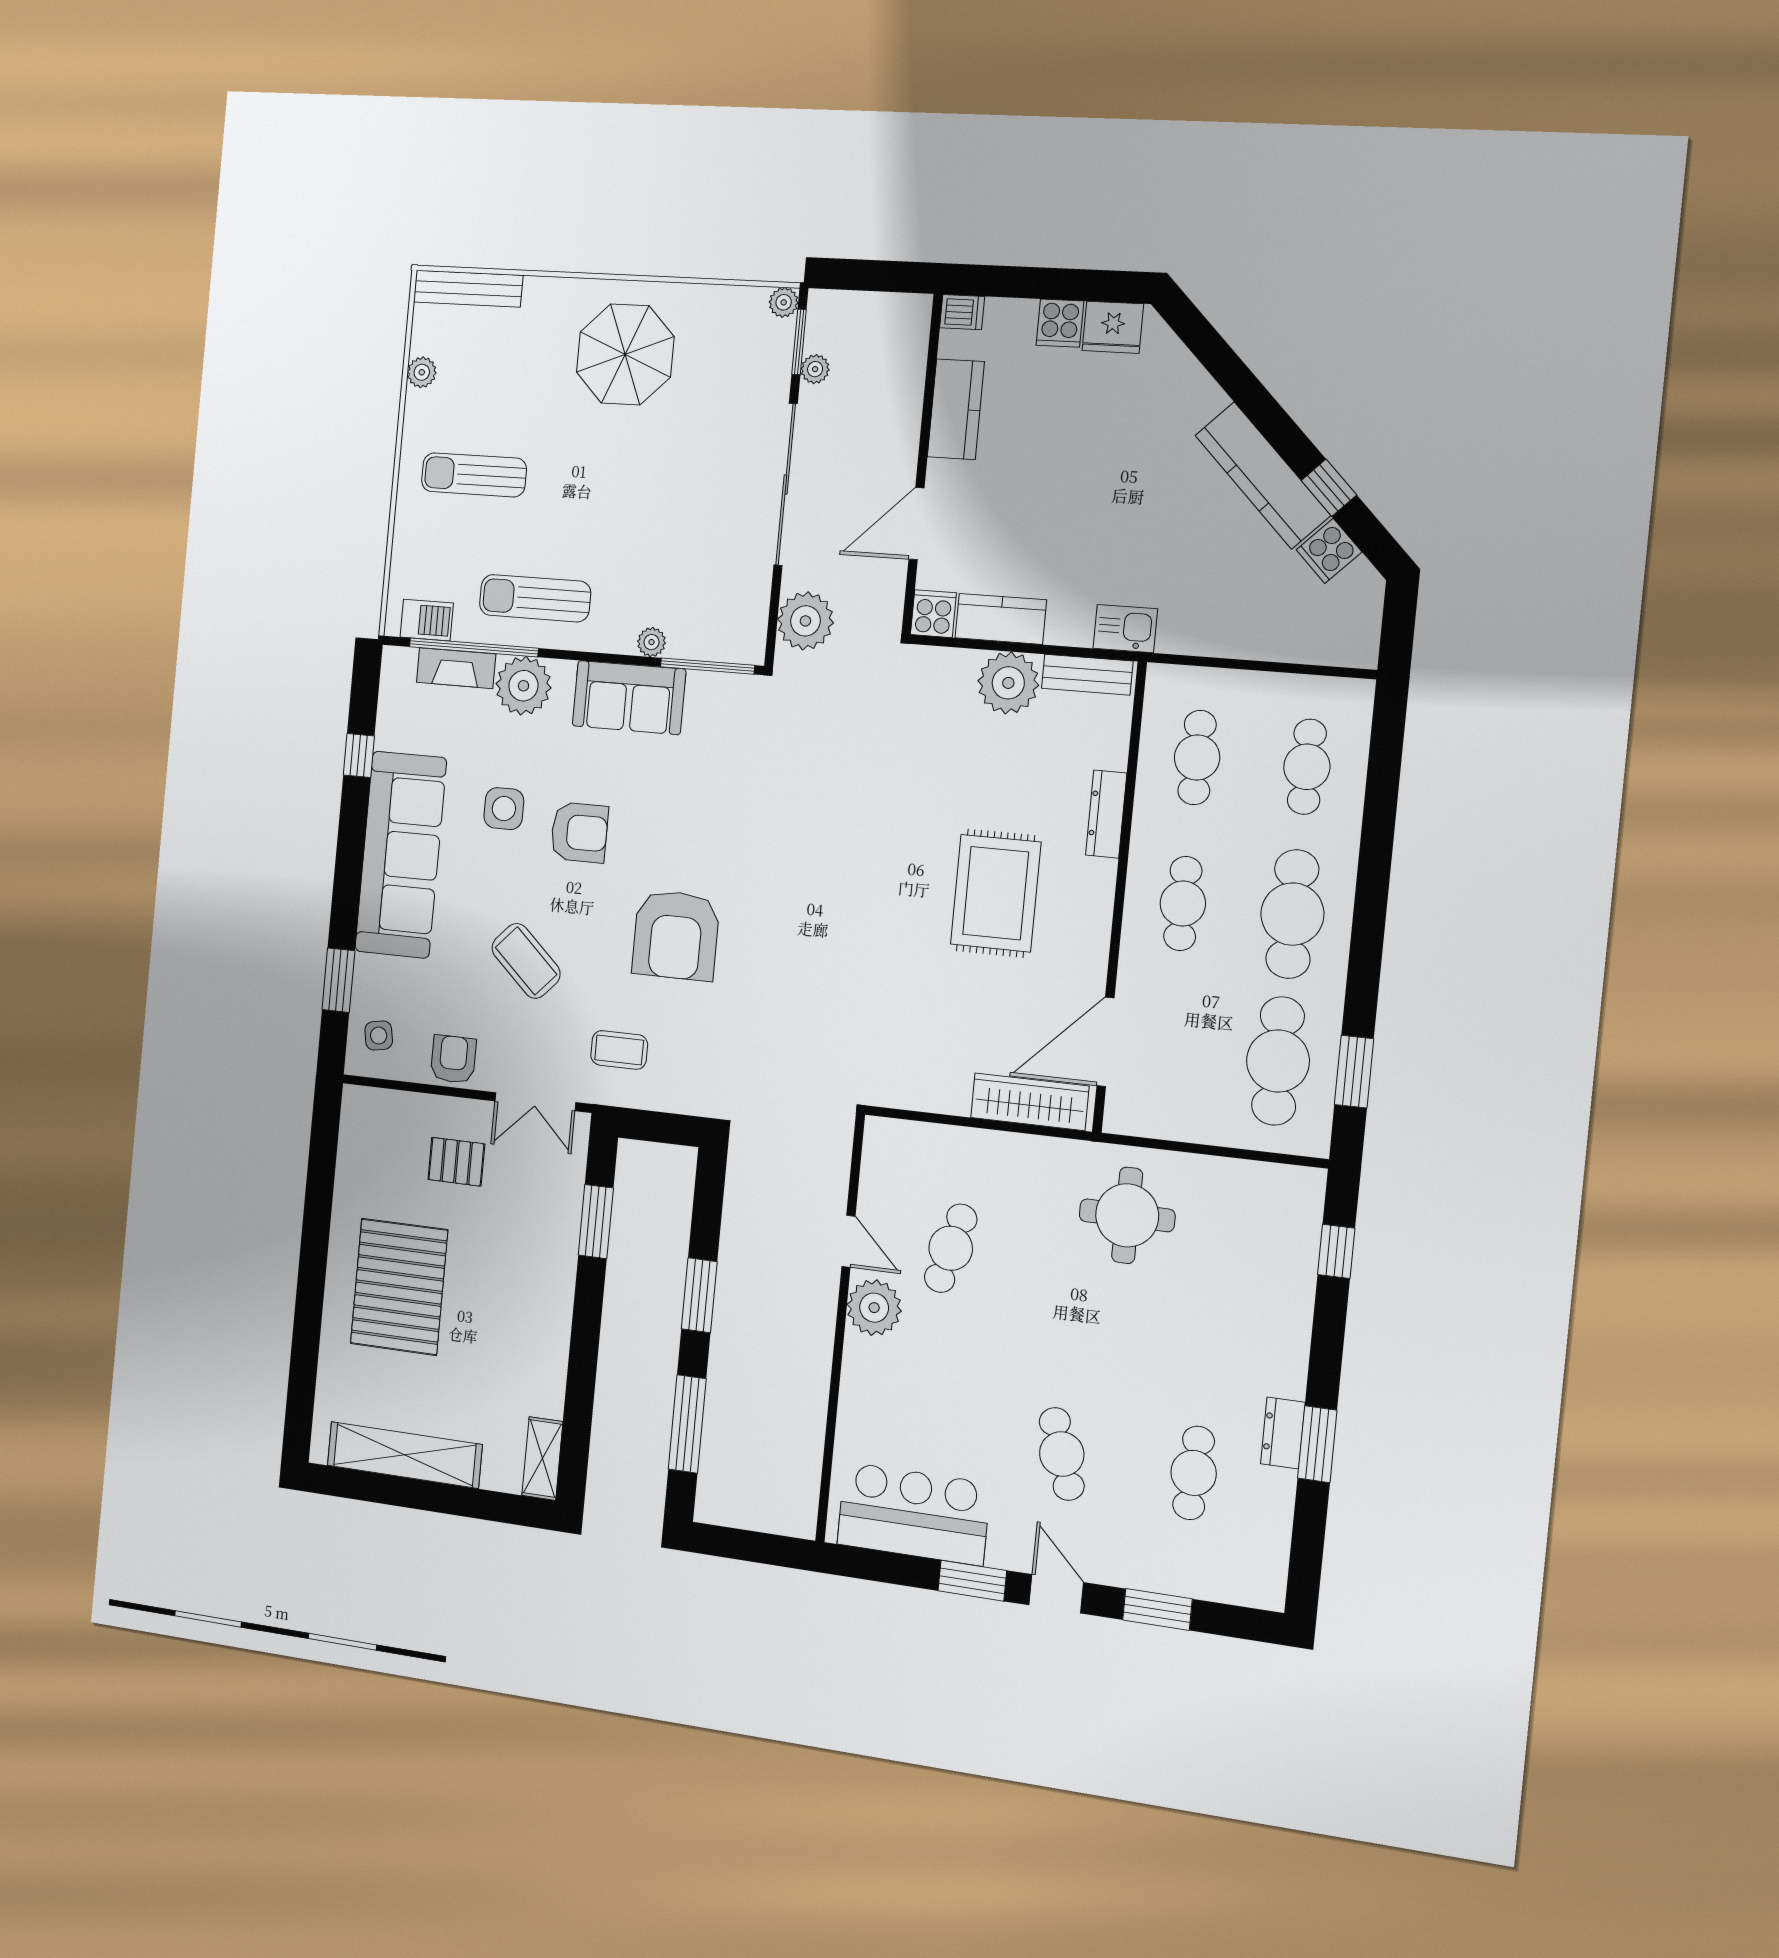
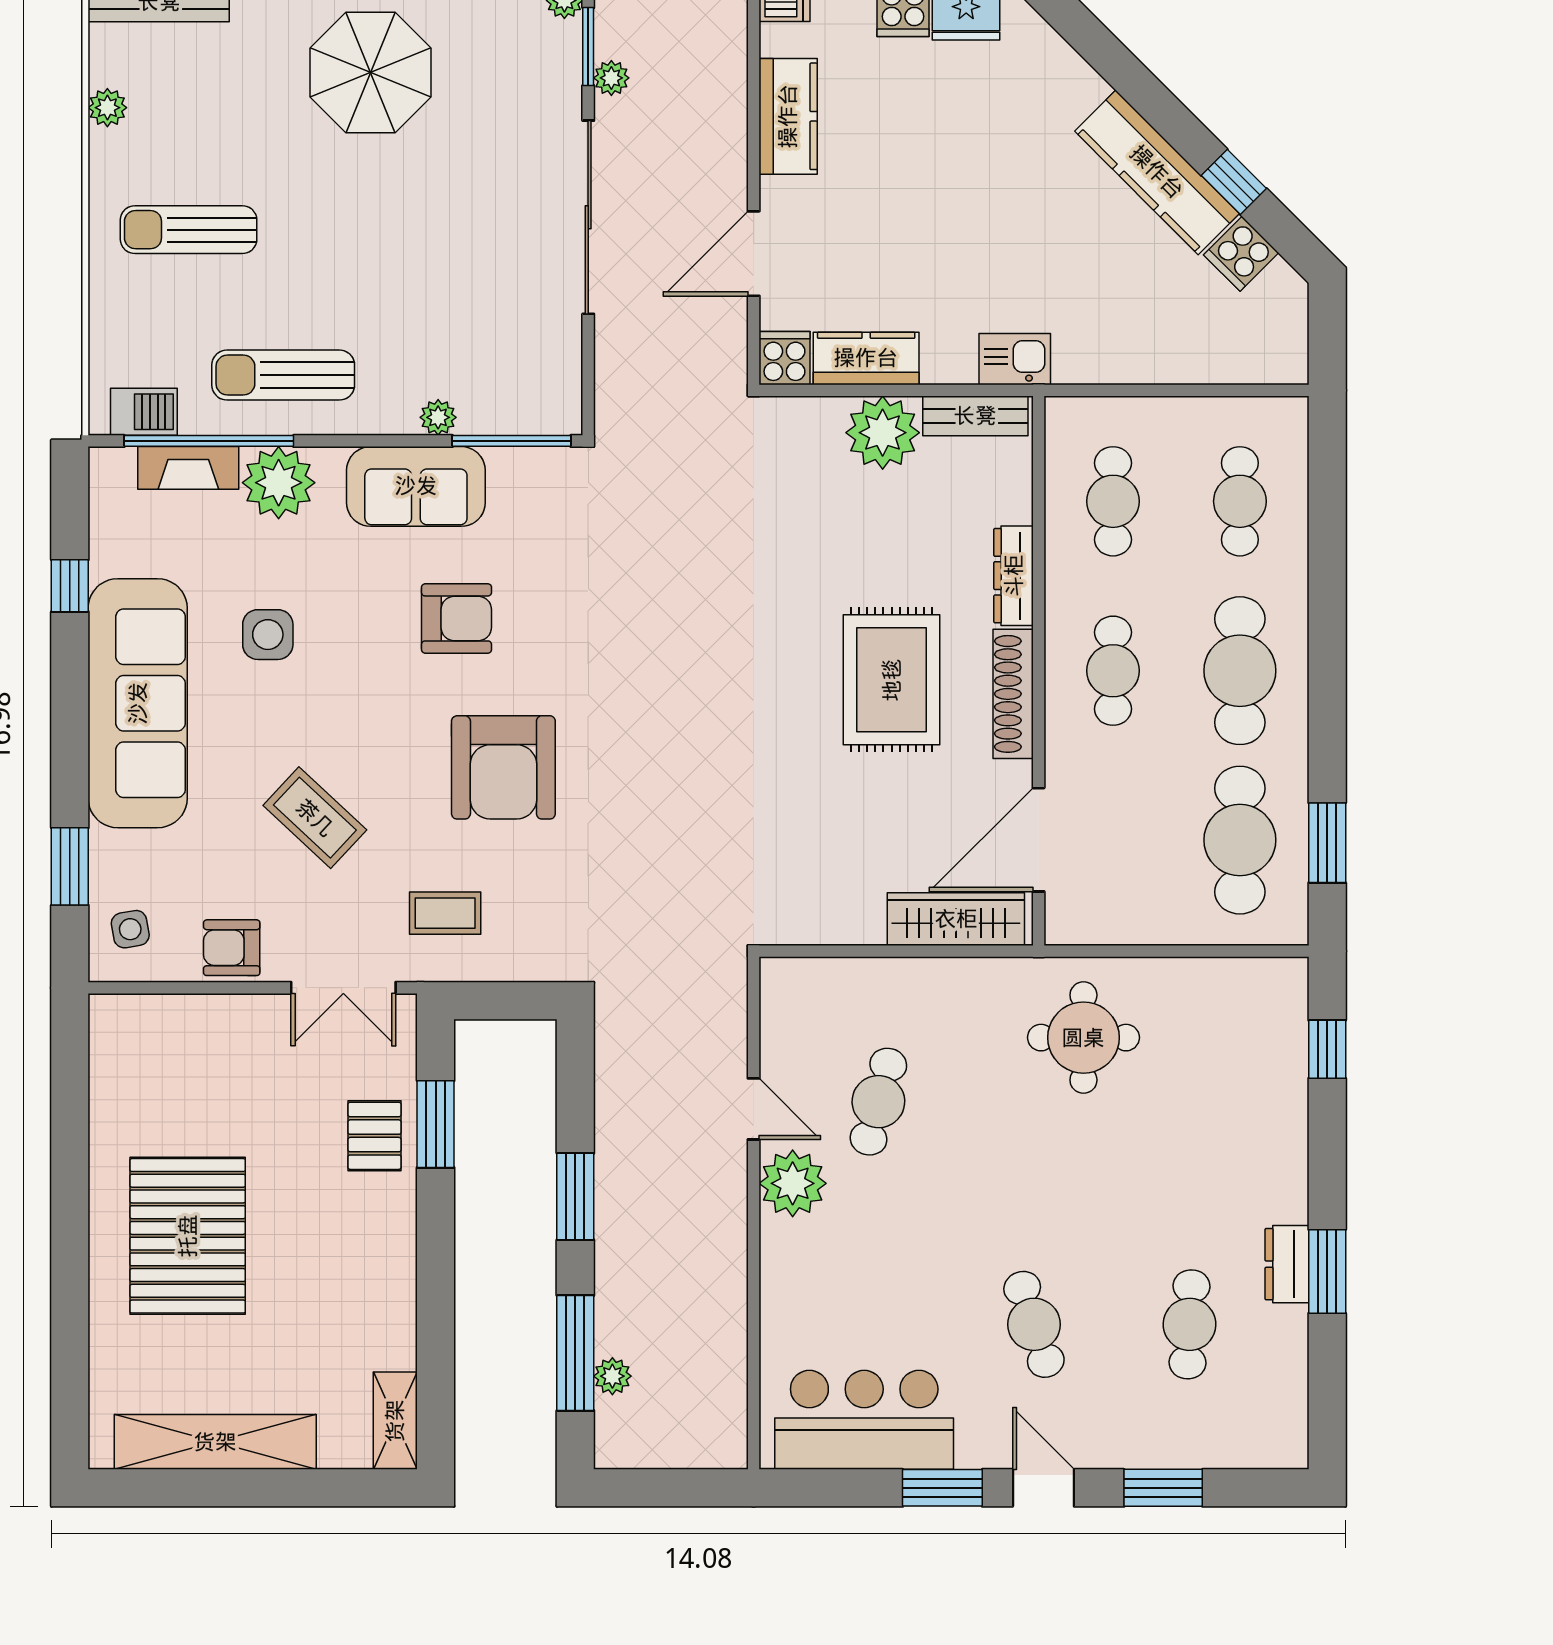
plant: (805, 621) -> (612, 1376), moved, width x0.53, depth x0.53
armchair: (579, 832) -> (457, 618), moved
shoe rack: (1096, 915) -> (1013, 694), added
armchair: (453, 1059) -> (232, 948), turned -90
pallet: (456, 1162) -> (374, 1136), moved, turned 90

